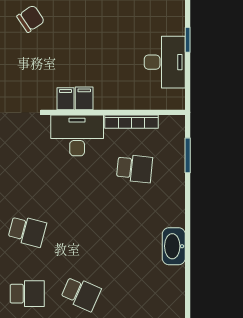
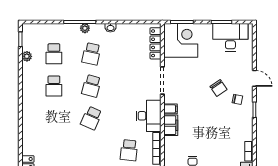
filing cabinet: (84, 98) -> (171, 125), width x2.00
school desk: (81, 294) -> (91, 118), moved

